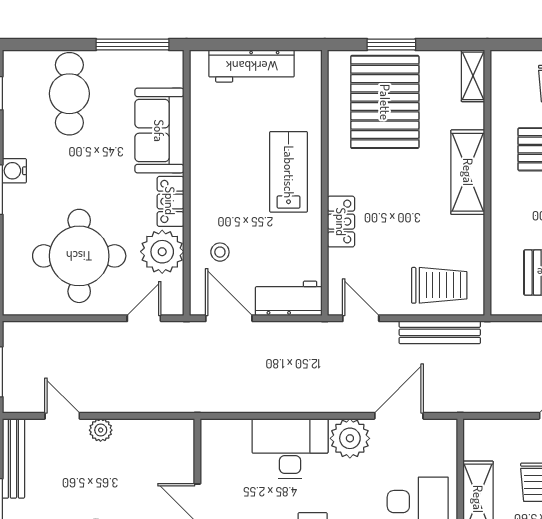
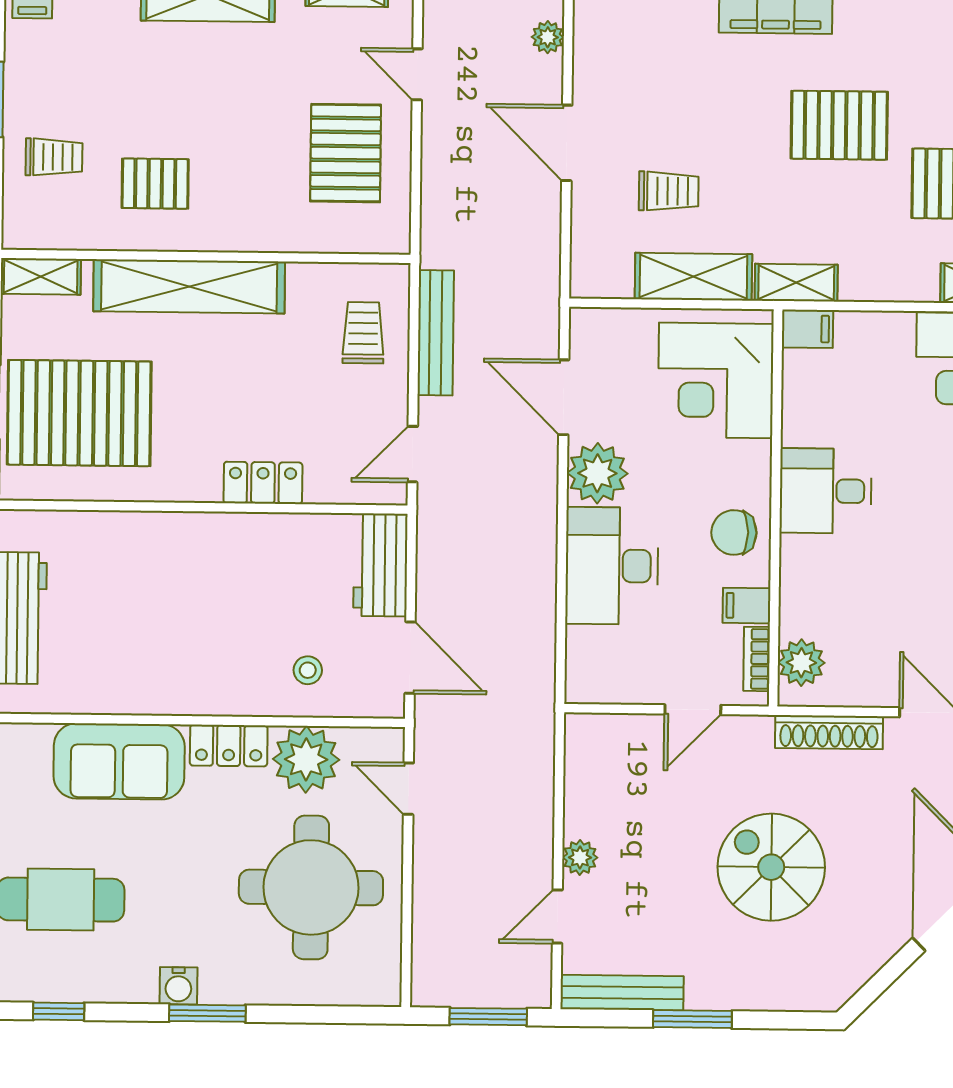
lab bench: (289, 172) -> (185, 563), removed
shelving: (468, 172) -> (189, 286), width x1.47
trolley: (439, 285) -> (363, 333), width x0.73, depth x0.72
door: (229, 318) -> (410, 658), swing flipped

